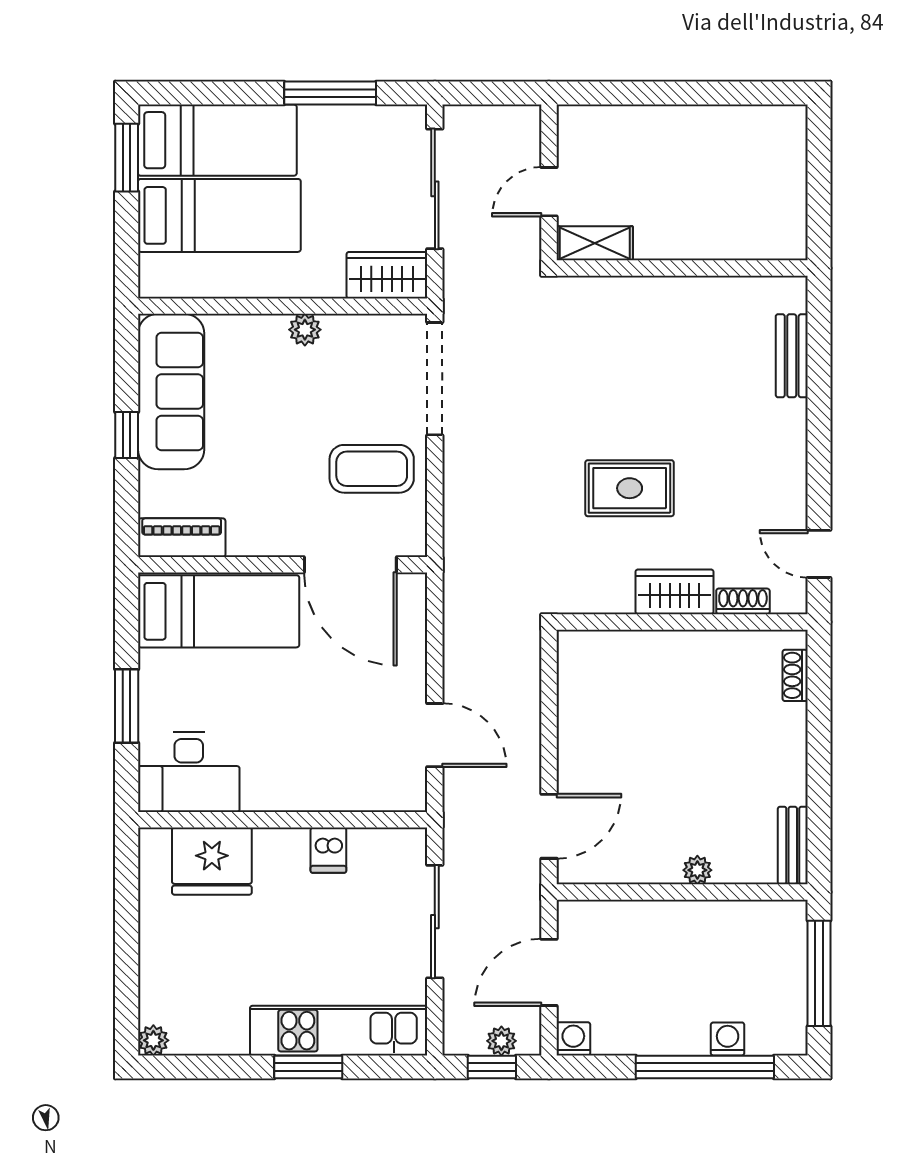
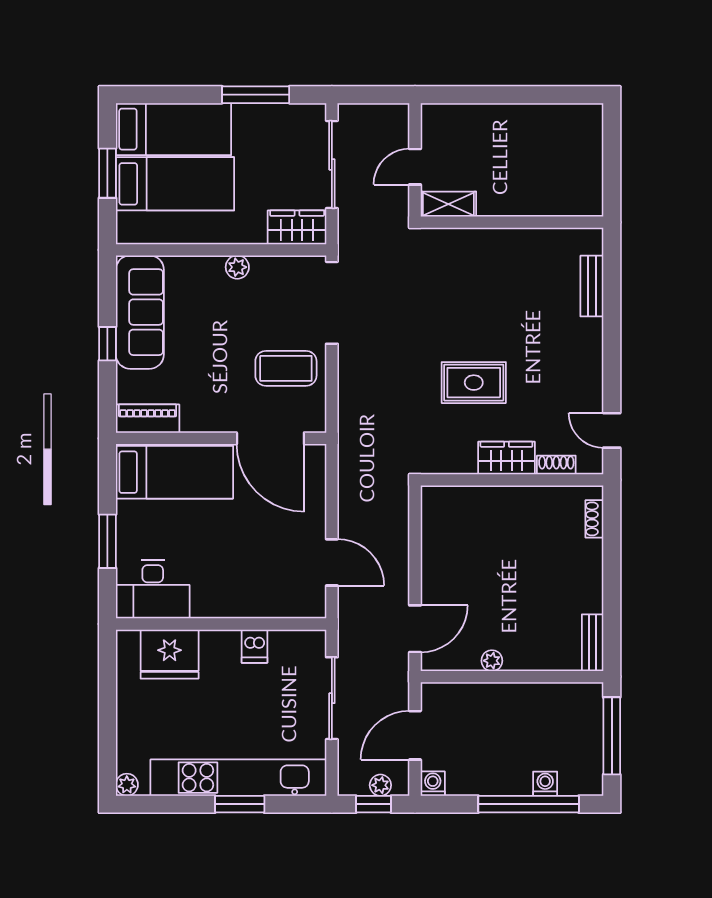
window: (127, 158) -> (107, 173), moved
plant: (697, 870) -> (492, 661), moved
kitchen unit: (339, 1031) -> (238, 778), width x1.36

